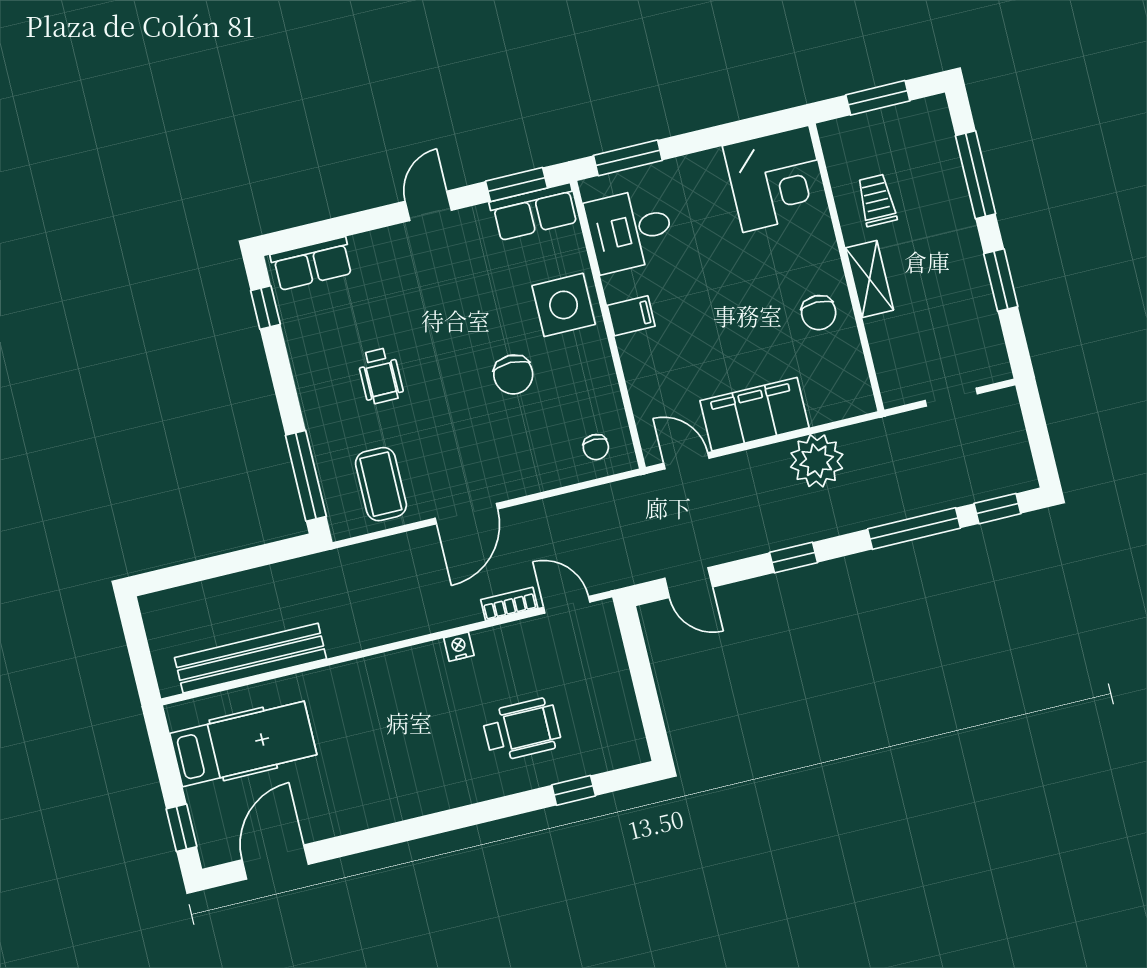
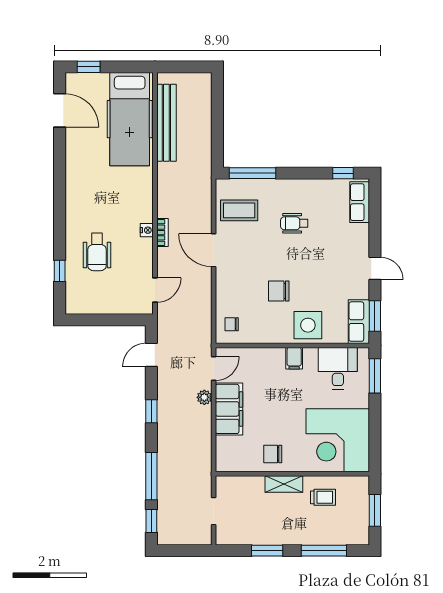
corner desk: (776, 179) -> (338, 440), width x1.36, depth x1.36
plant: (817, 461) -> (204, 397), moved, width x0.53, depth x0.53
bookcase: (509, 604) -> (162, 233), moved
hospital bed: (243, 744) -> (130, 119), width x1.37, depth x1.29

